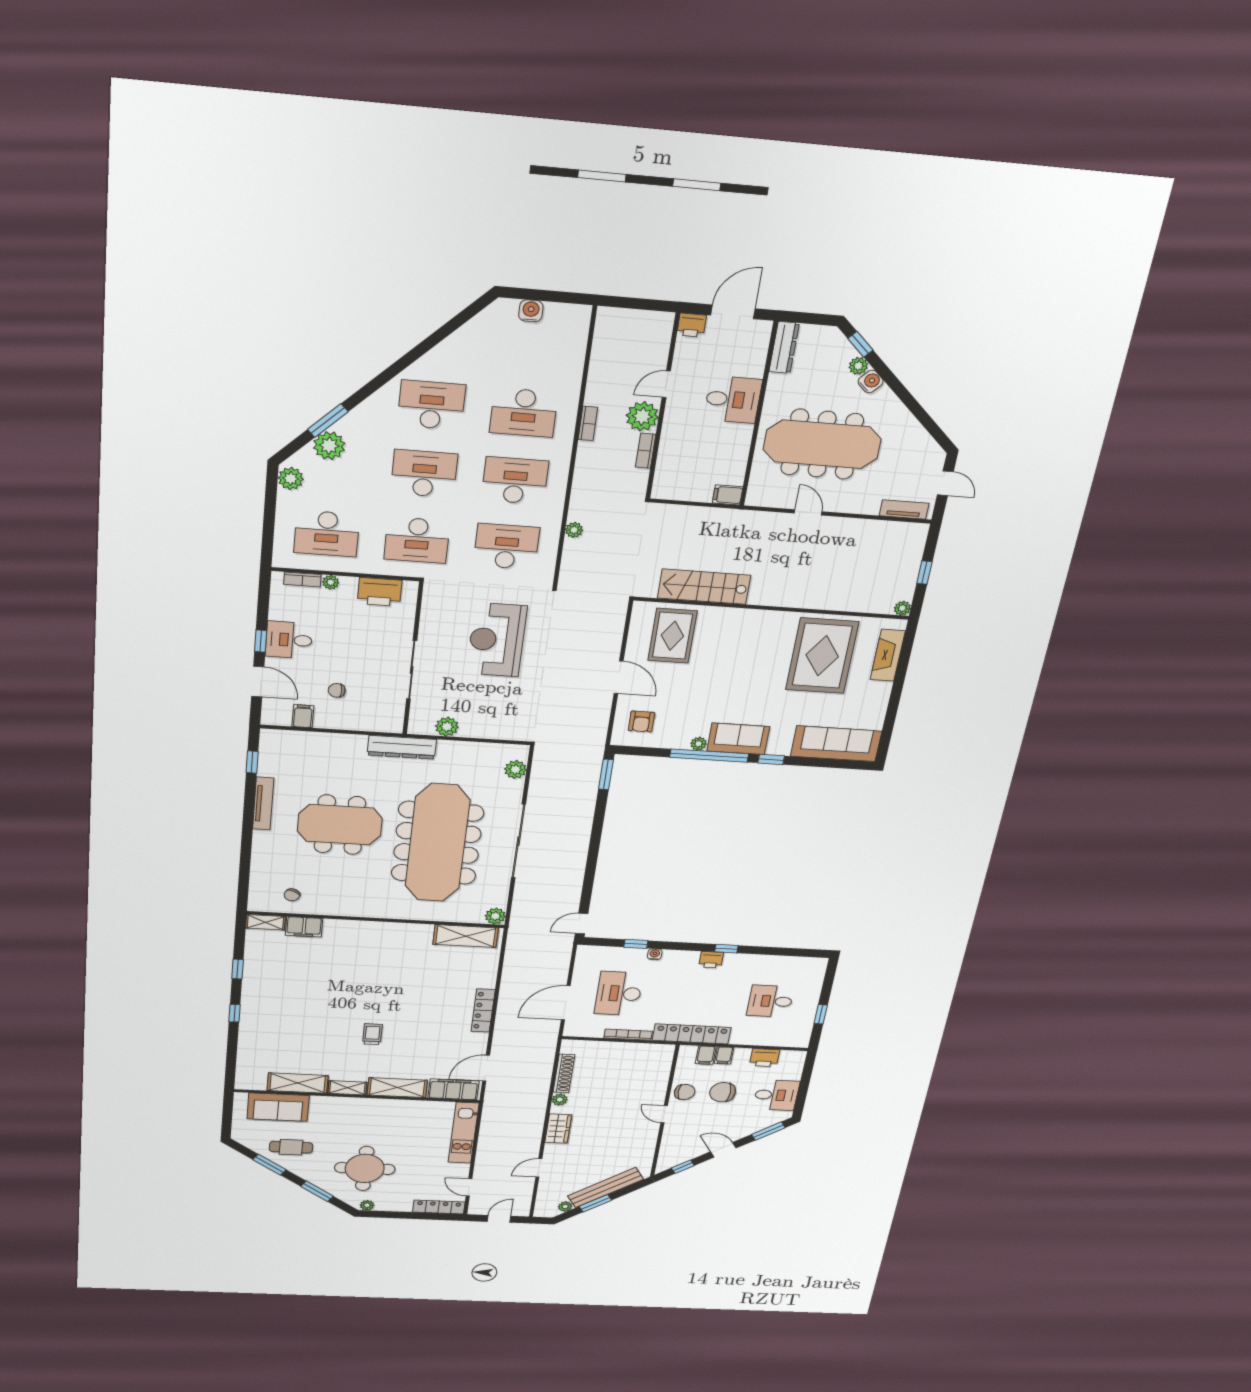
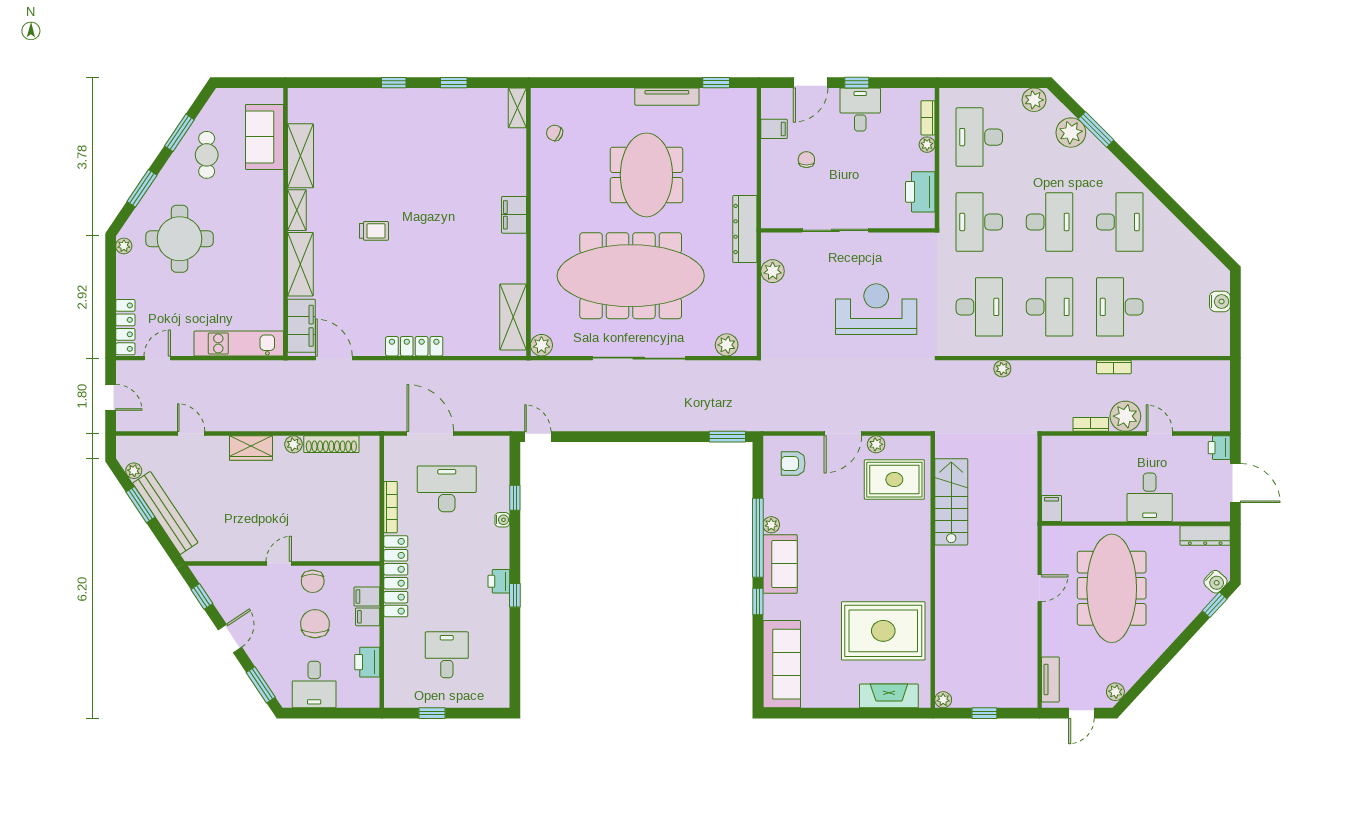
plant: (858, 366) -> (1115, 692), moved
water cooler: (871, 382) -> (1215, 582), moved
plant: (634, 649) -> (876, 444), added
filing cabinet: (304, 927) -> (514, 215), moved

